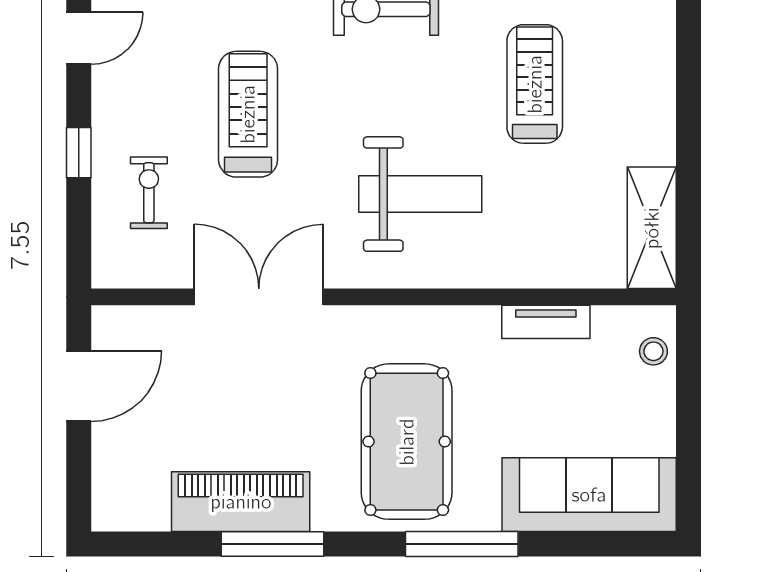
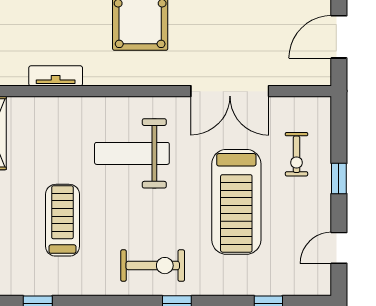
treadmill: (535, 84) -> (62, 220), turned 180
treadmill: (248, 114) -> (236, 202), width x1.37, depth x1.38

